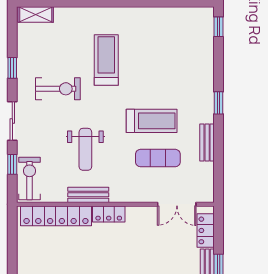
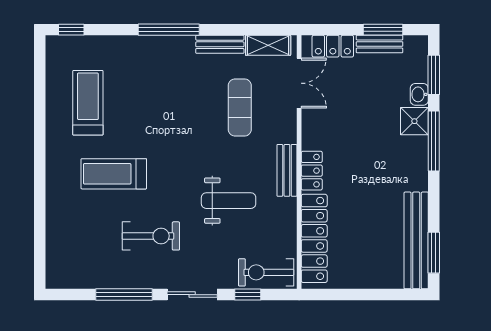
shelving: (36, 15) -> (268, 45), moved, turned 90
window: (12, 68) -> (124, 295), width x2.17
exercise bike: (58, 89) -> (151, 236), turned 90
window: (219, 103) -> (169, 30), width x2.17
treadmill: (152, 121) -> (88, 103), moved
bench: (88, 195) -> (287, 170), moved

